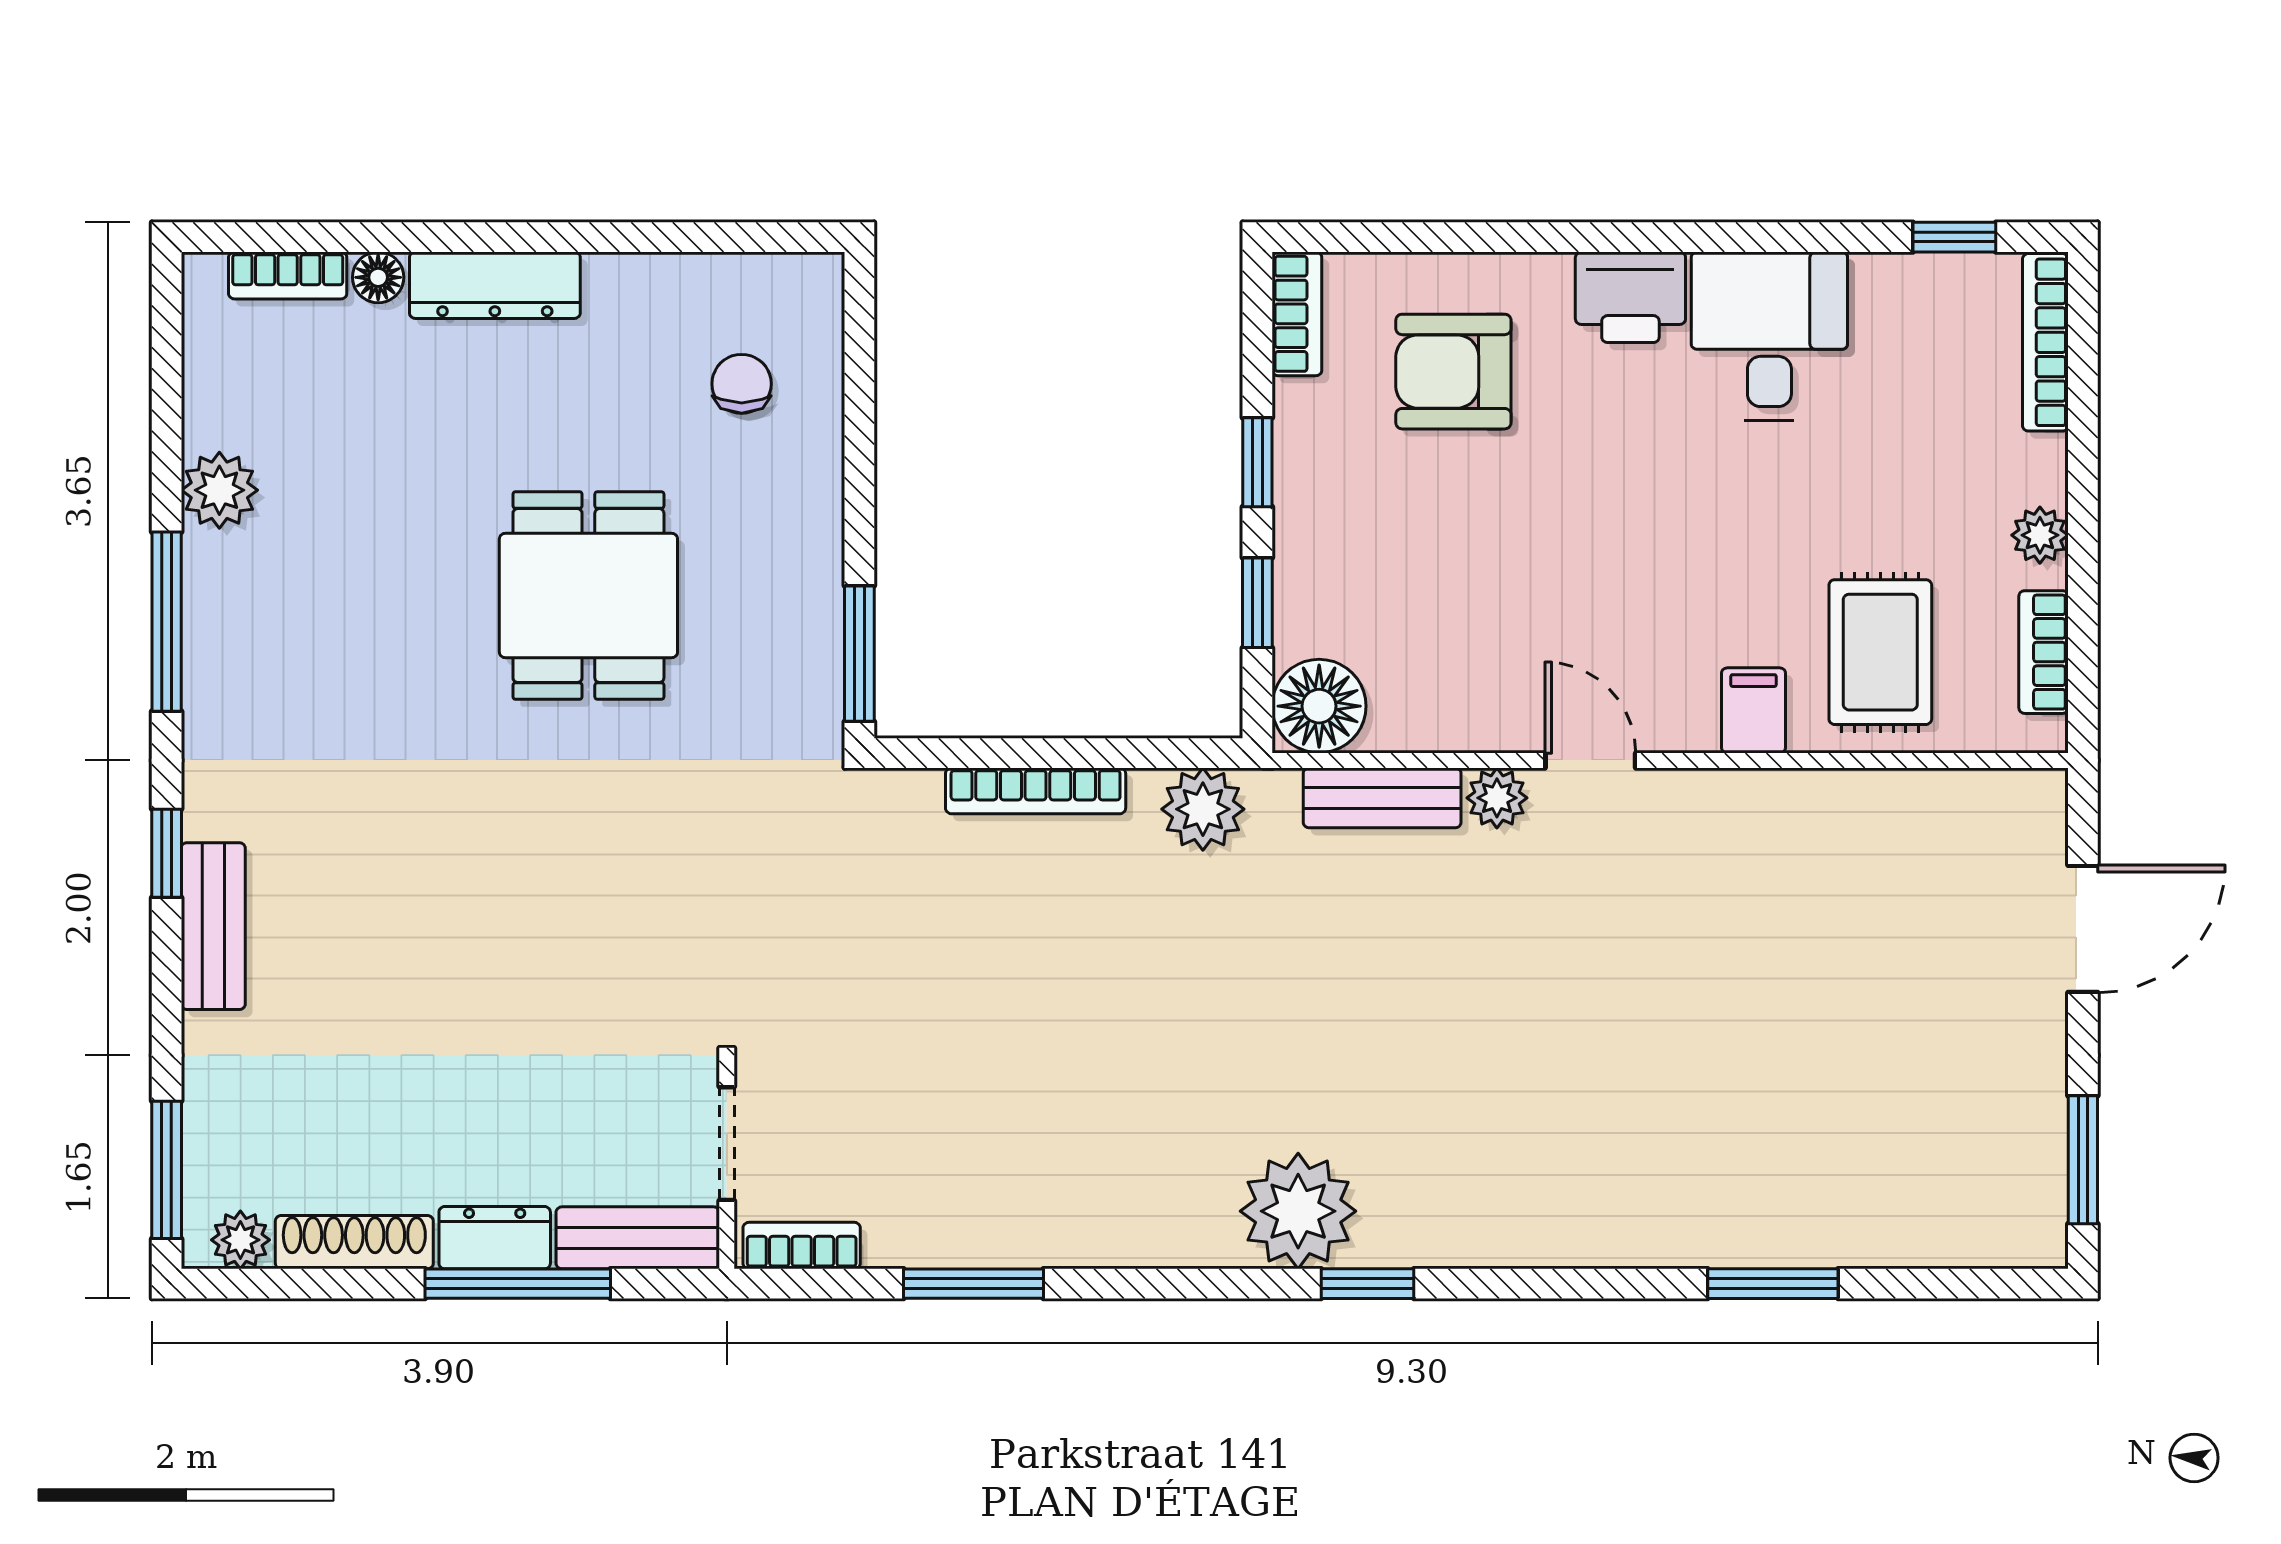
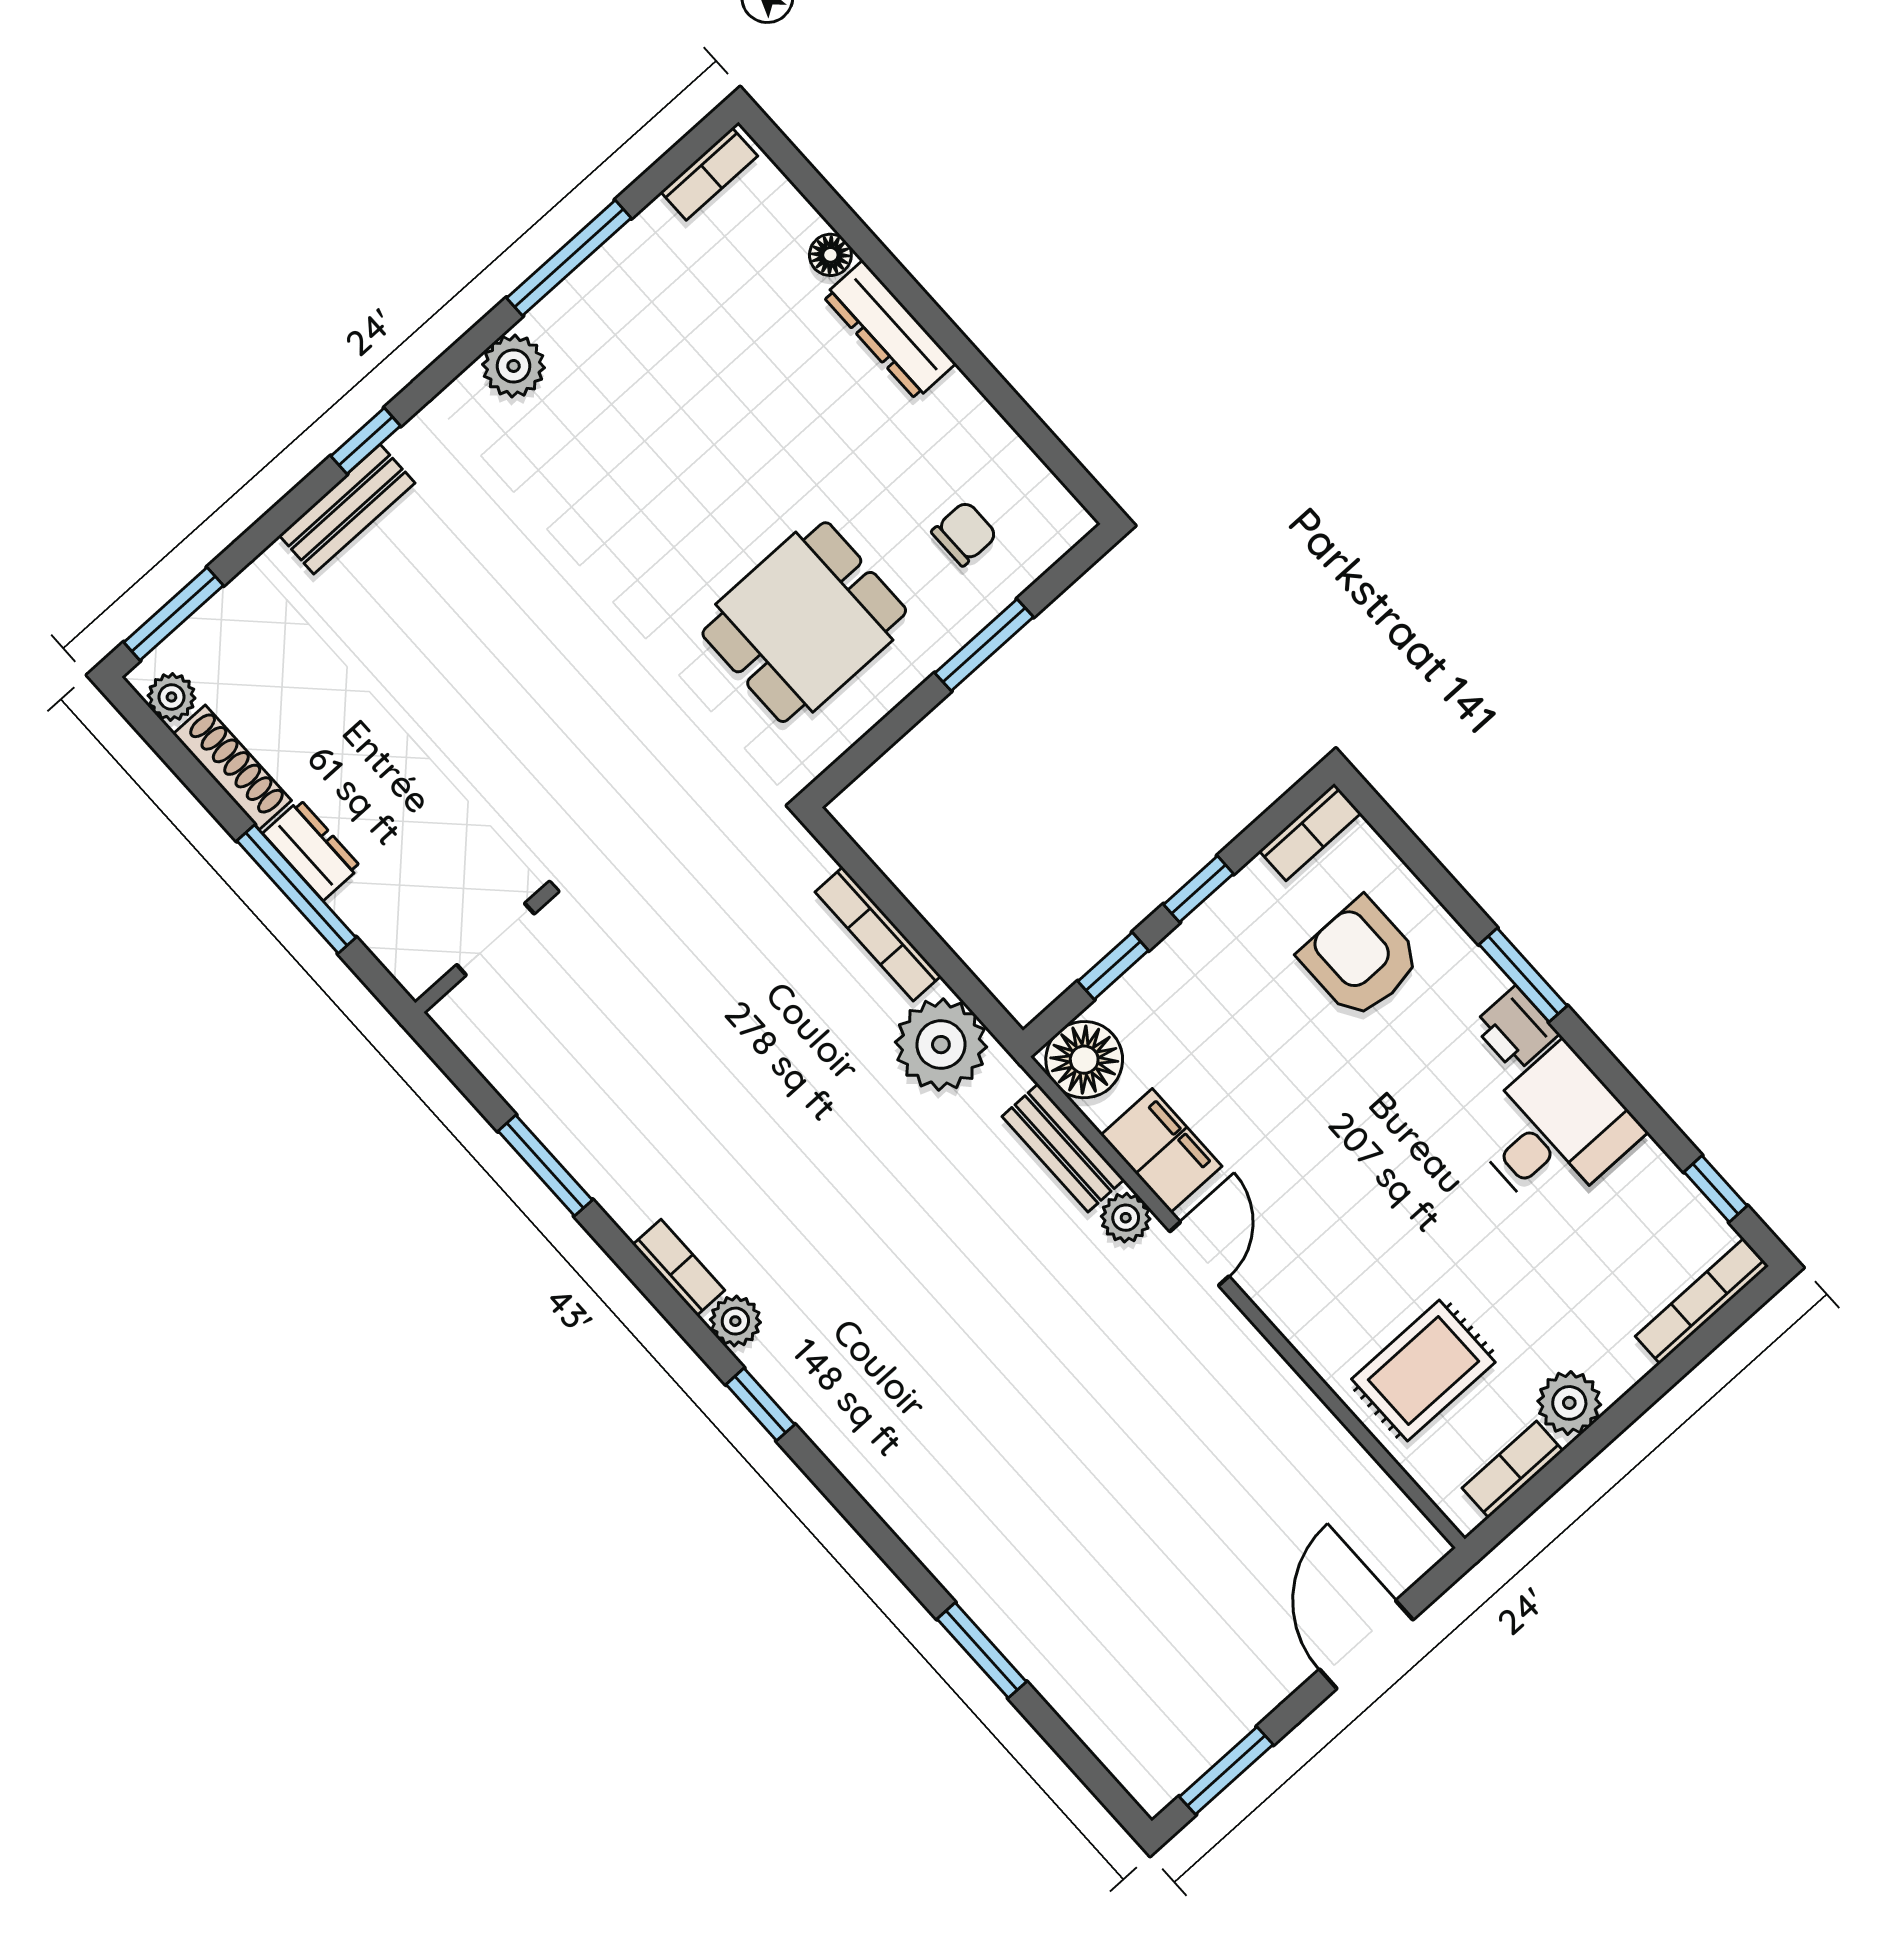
window: (1602, 237) -> (1523, 975), added
bookcase: (288, 275) -> (709, 174), moved, turned -90
printer: (1630, 297) -> (1516, 1029), width x0.73, depth x0.81
plant: (219, 490) -> (514, 366), moved
plant: (2040, 535) -> (1569, 1403), width x1.38, depth x1.38
dining table: (588, 596) -> (804, 622), moved
window: (167, 622) -> (569, 258), moved
window: (859, 654) -> (984, 645), moved
filing cabinet: (1754, 710) -> (1161, 1151), moved, width x2.00
plant: (1203, 809) -> (941, 1045), width x1.36, depth x1.36
door: (2083, 929) -> (1366, 1645), swing flipped
plant: (1298, 1211) -> (735, 1321), width x0.53, depth x0.53
bench: (638, 1238) -> (390, 937), removed
bookcase: (802, 1246) -> (679, 1267), moved

